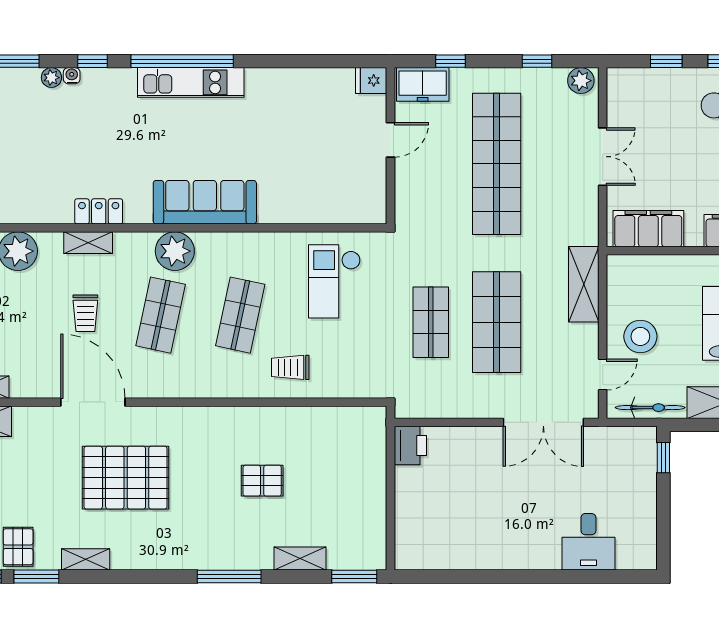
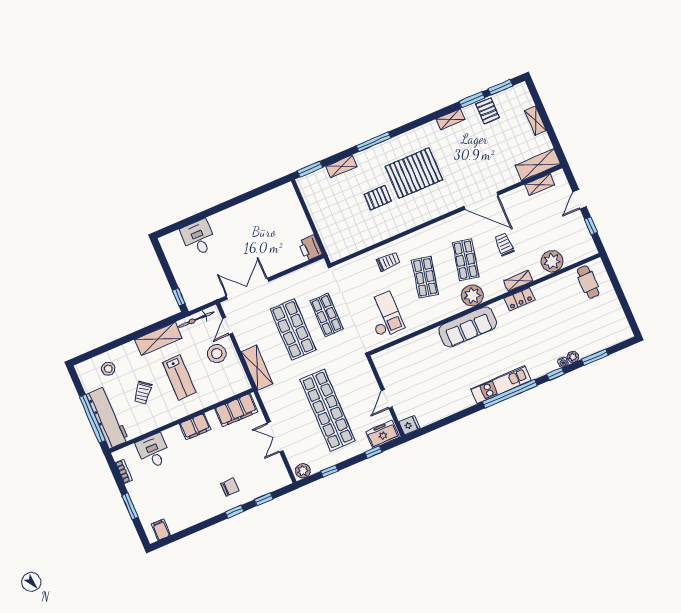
pallet: (126, 478) -> (414, 173), moved

